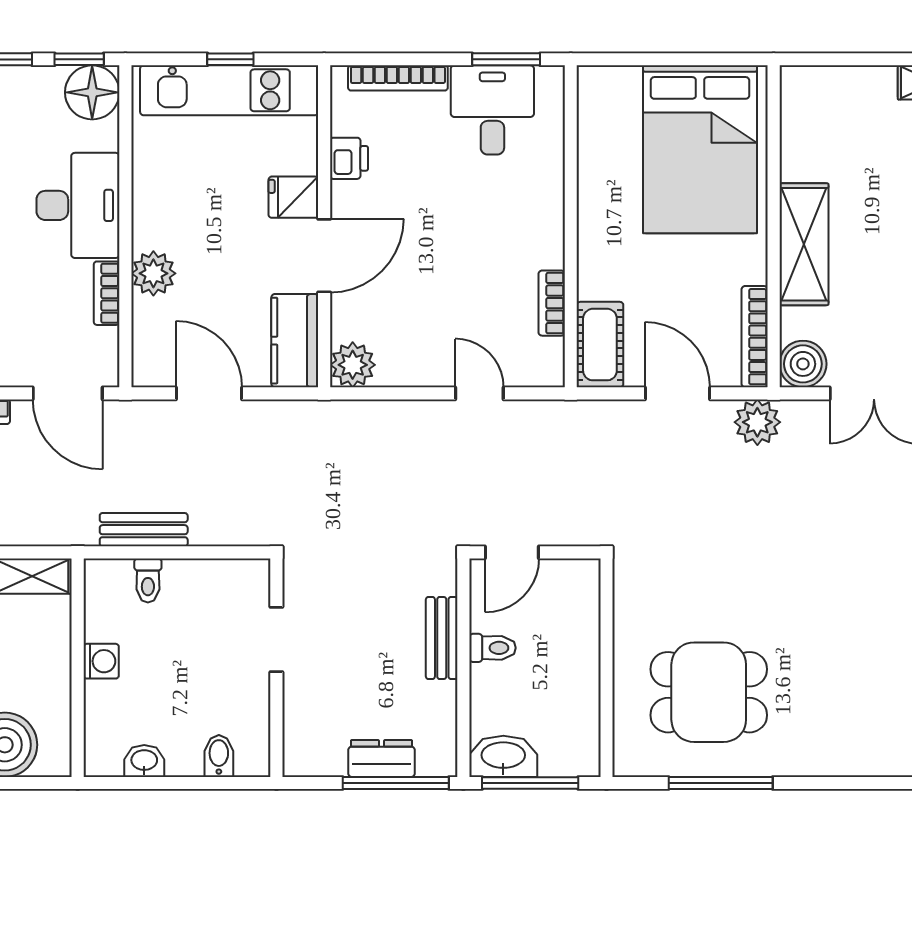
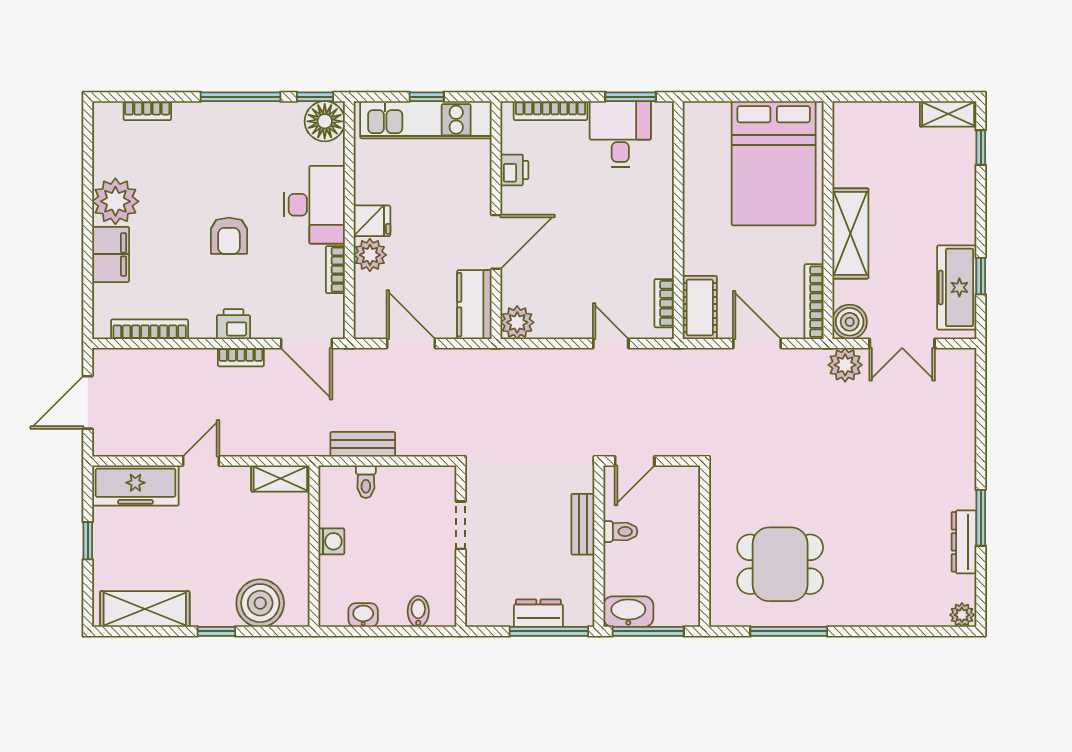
fridge: (293, 197) -> (372, 221), moved, turned 180
bookcase: (552, 303) -> (664, 303), moved
plant: (757, 422) -> (845, 365), moved

